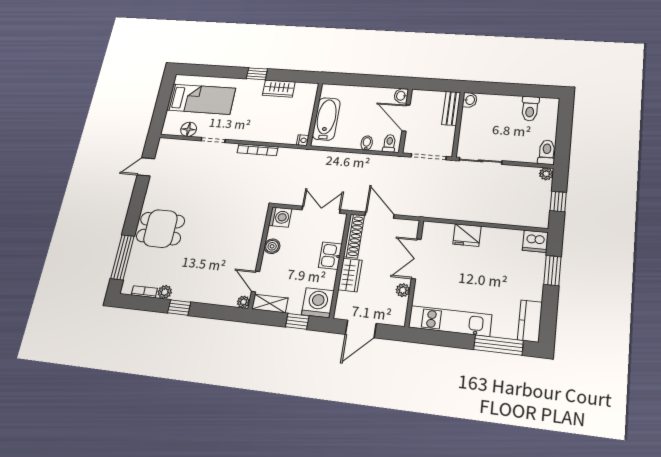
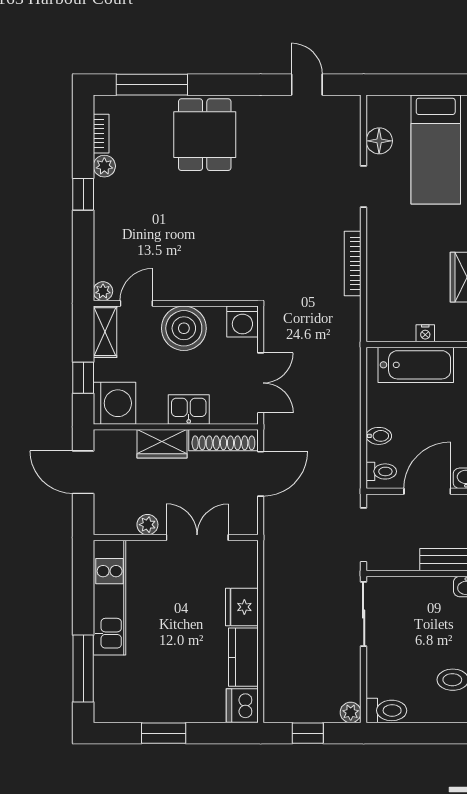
nightstand: (303, 140) -> (425, 333), moved
boiler: (272, 246) -> (184, 328), width x1.86, depth x1.86
window: (552, 271) -> (164, 733), moved
kitchen counter: (530, 321) -> (243, 657), moved, turned -90

